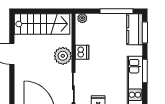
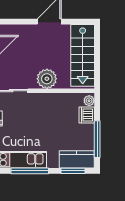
dishwasher: (82, 52) -> (87, 115), moved, turned 90
window: (145, 71) -> (30, 171), width x1.44

